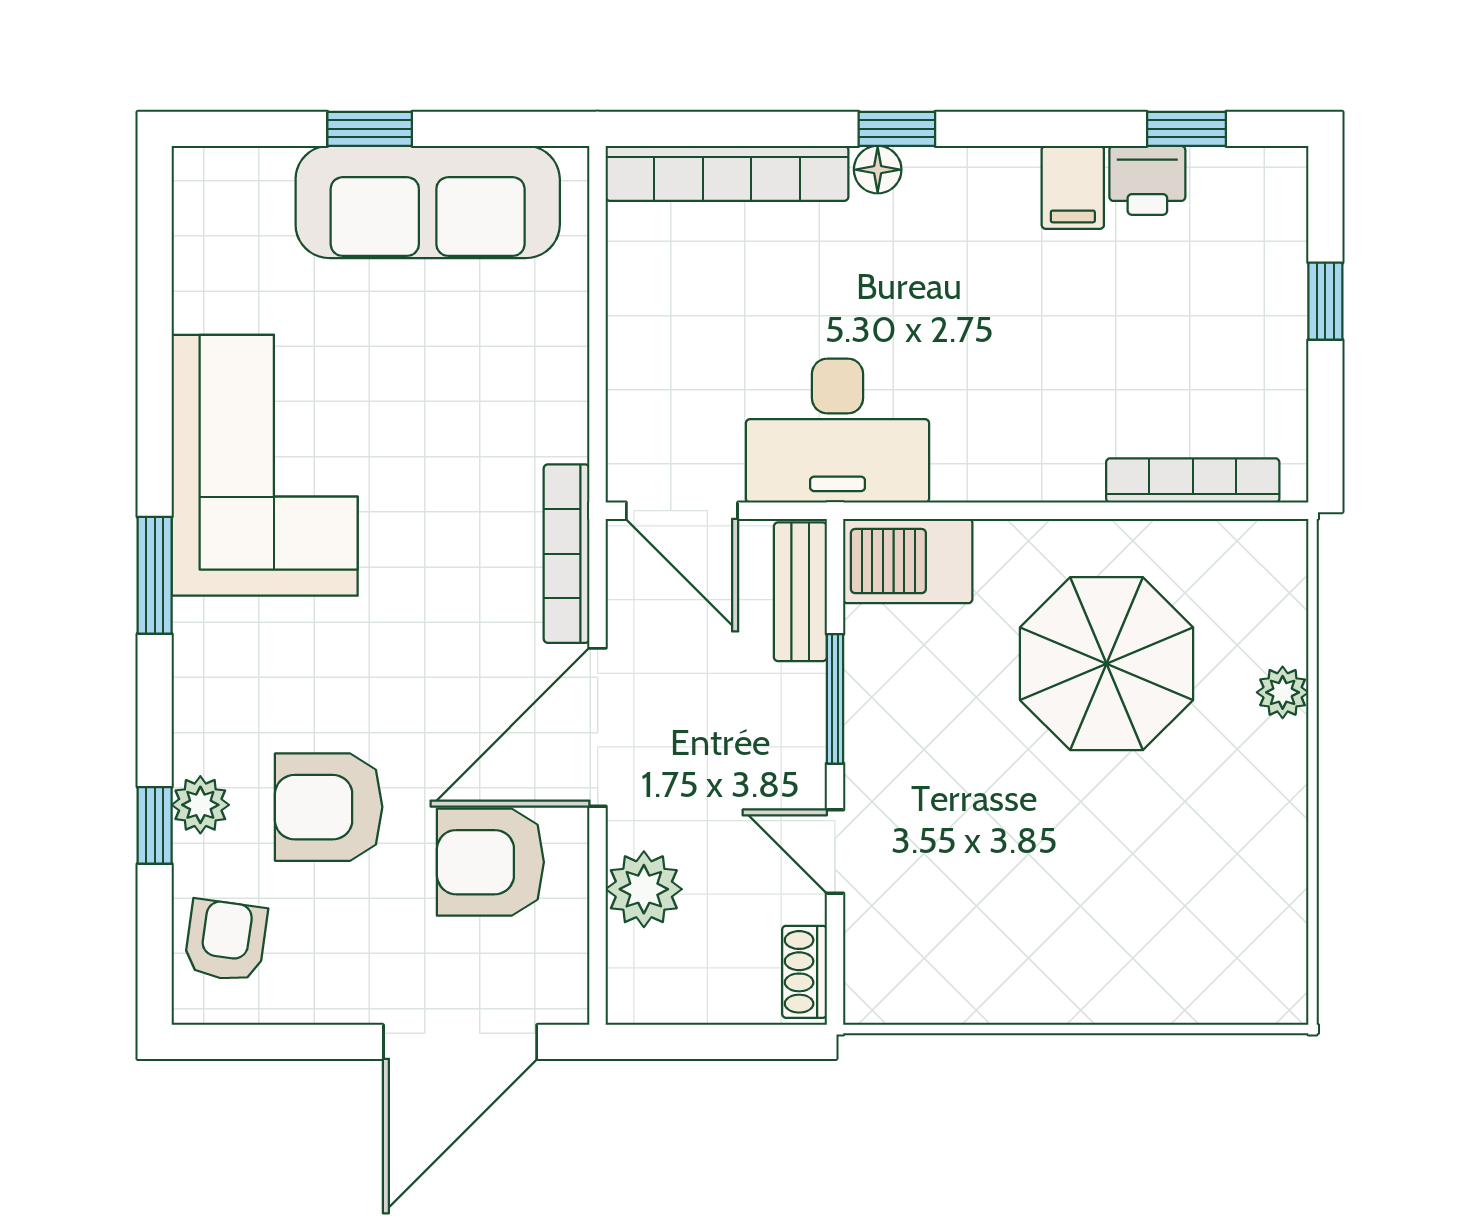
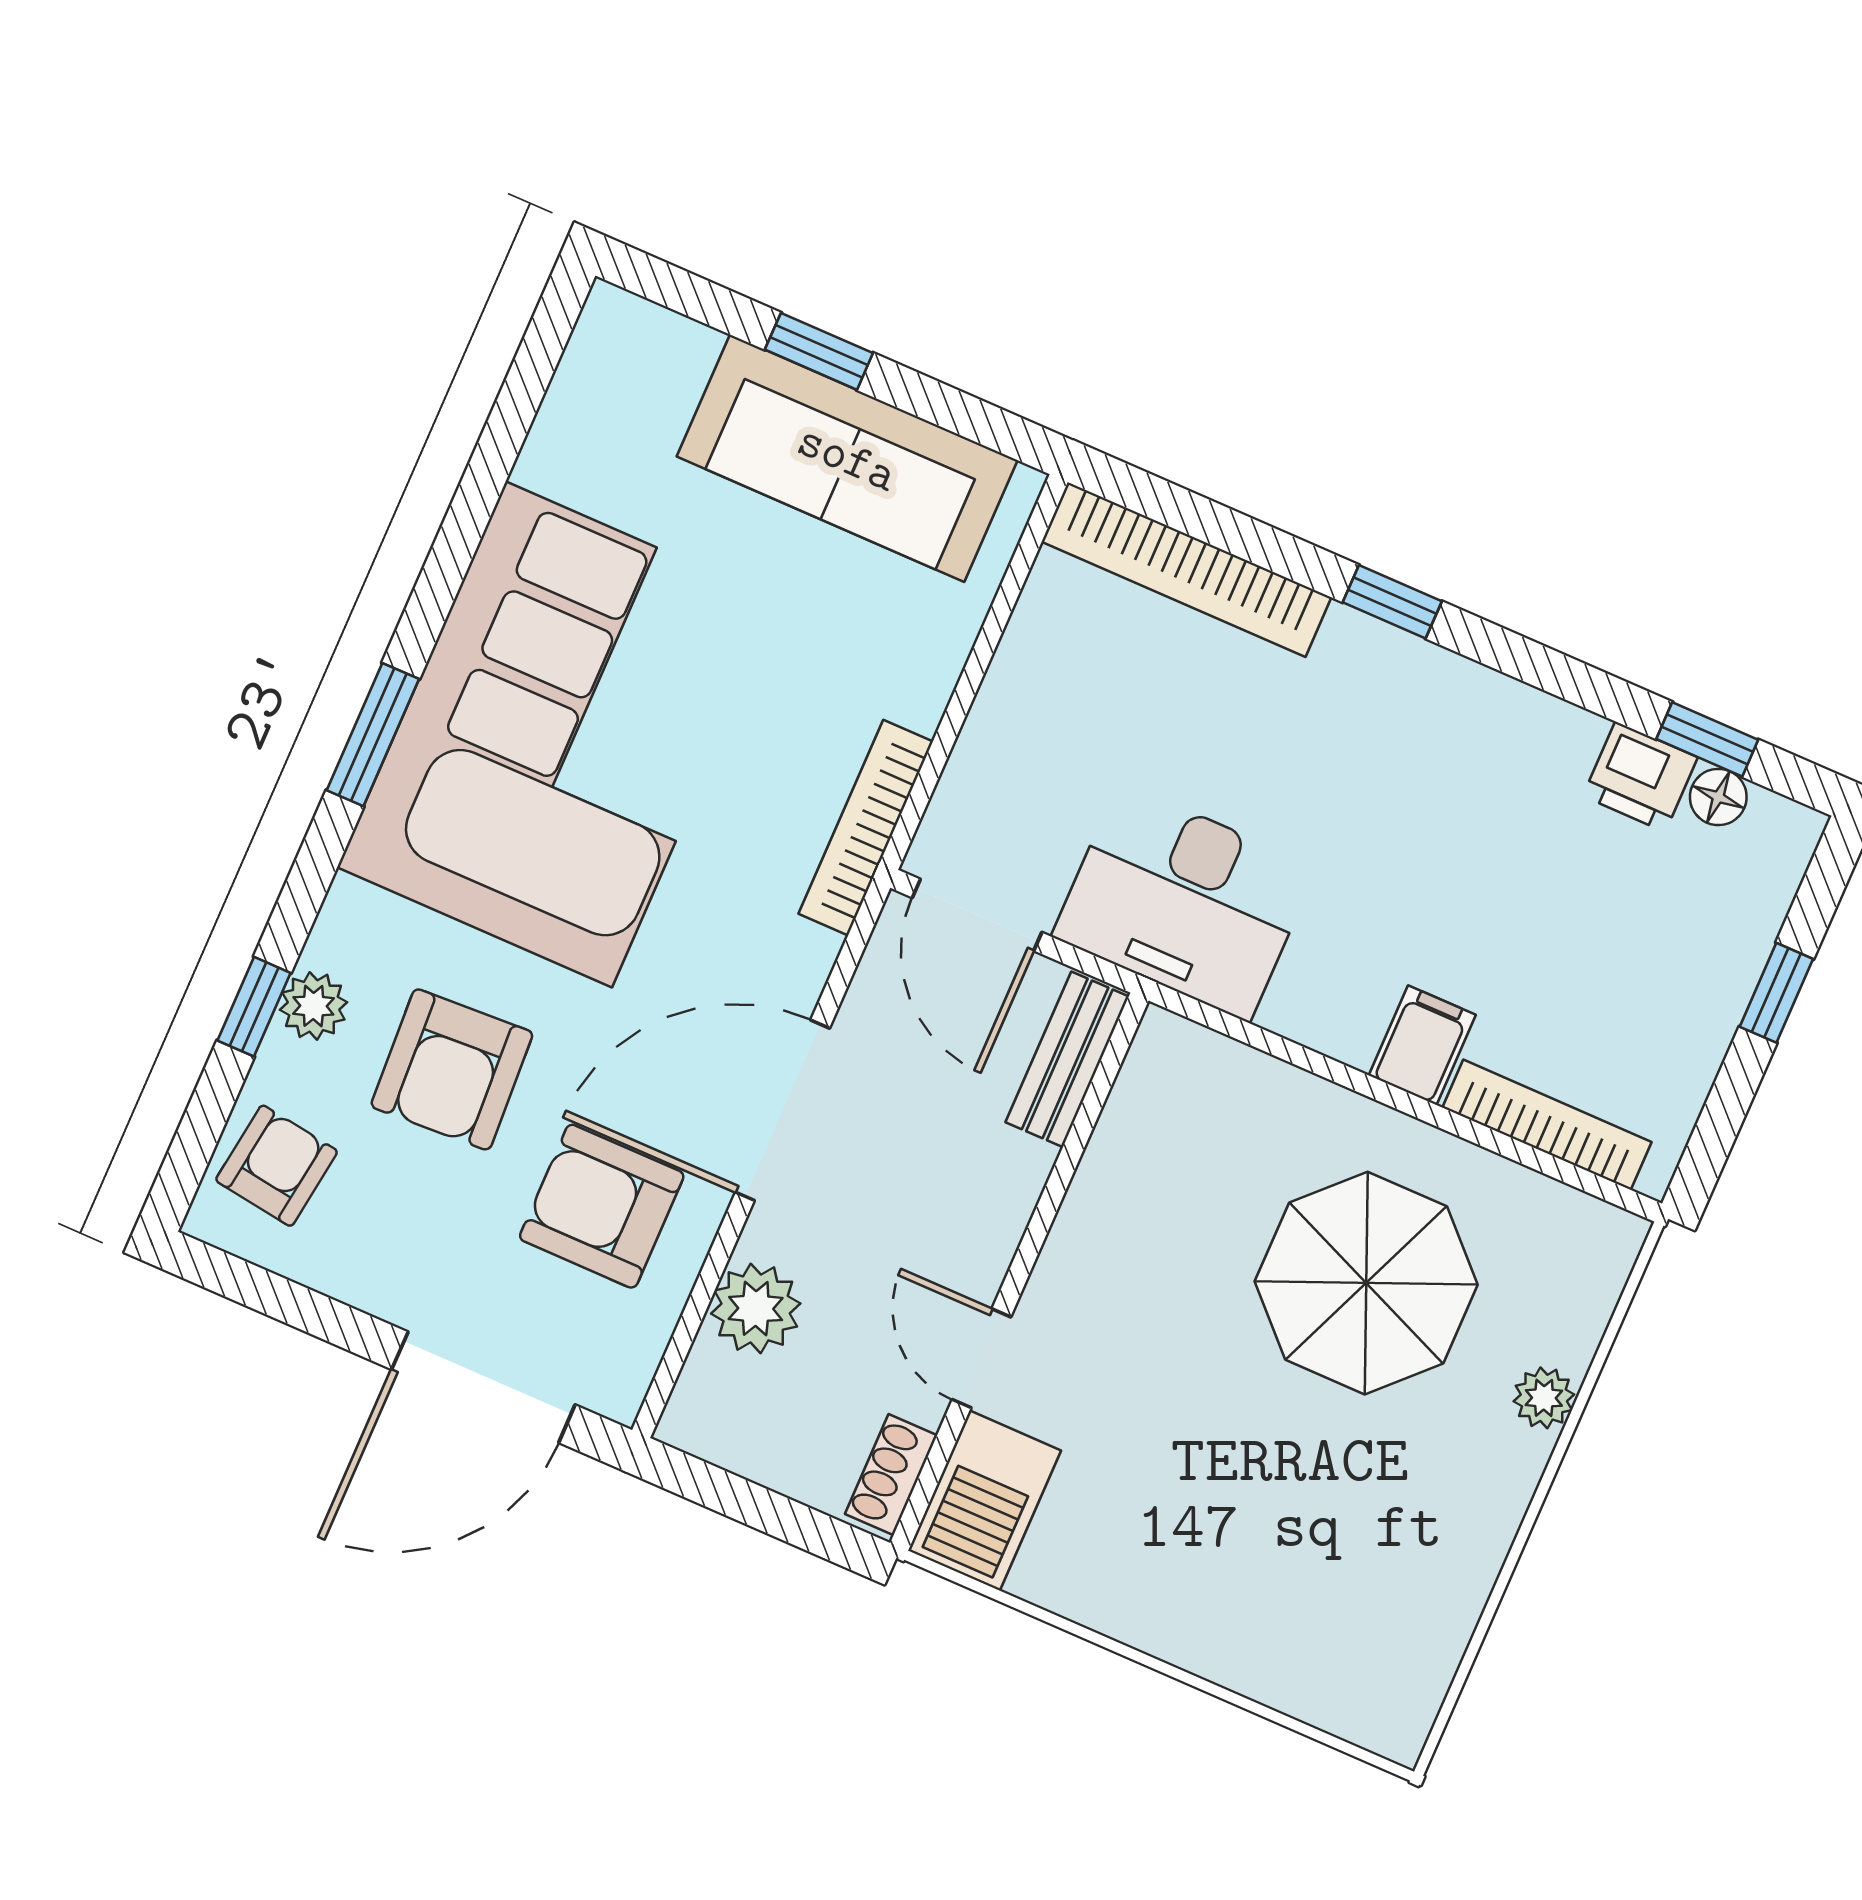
floor lamp: (878, 170) -> (1718, 797), moved
filing cabinet: (1073, 187) -> (1422, 1045), moved, turned 180
corner sofa: (265, 465) -> (559, 734), width x1.36, depth x1.36
bookcase: (567, 554) -> (866, 828), moved
barbecue: (908, 561) -> (985, 1501), moved, turned -90
window: (835, 699) -> (1054, 1192), removed
armchair: (329, 807) -> (452, 1069), turned -93

